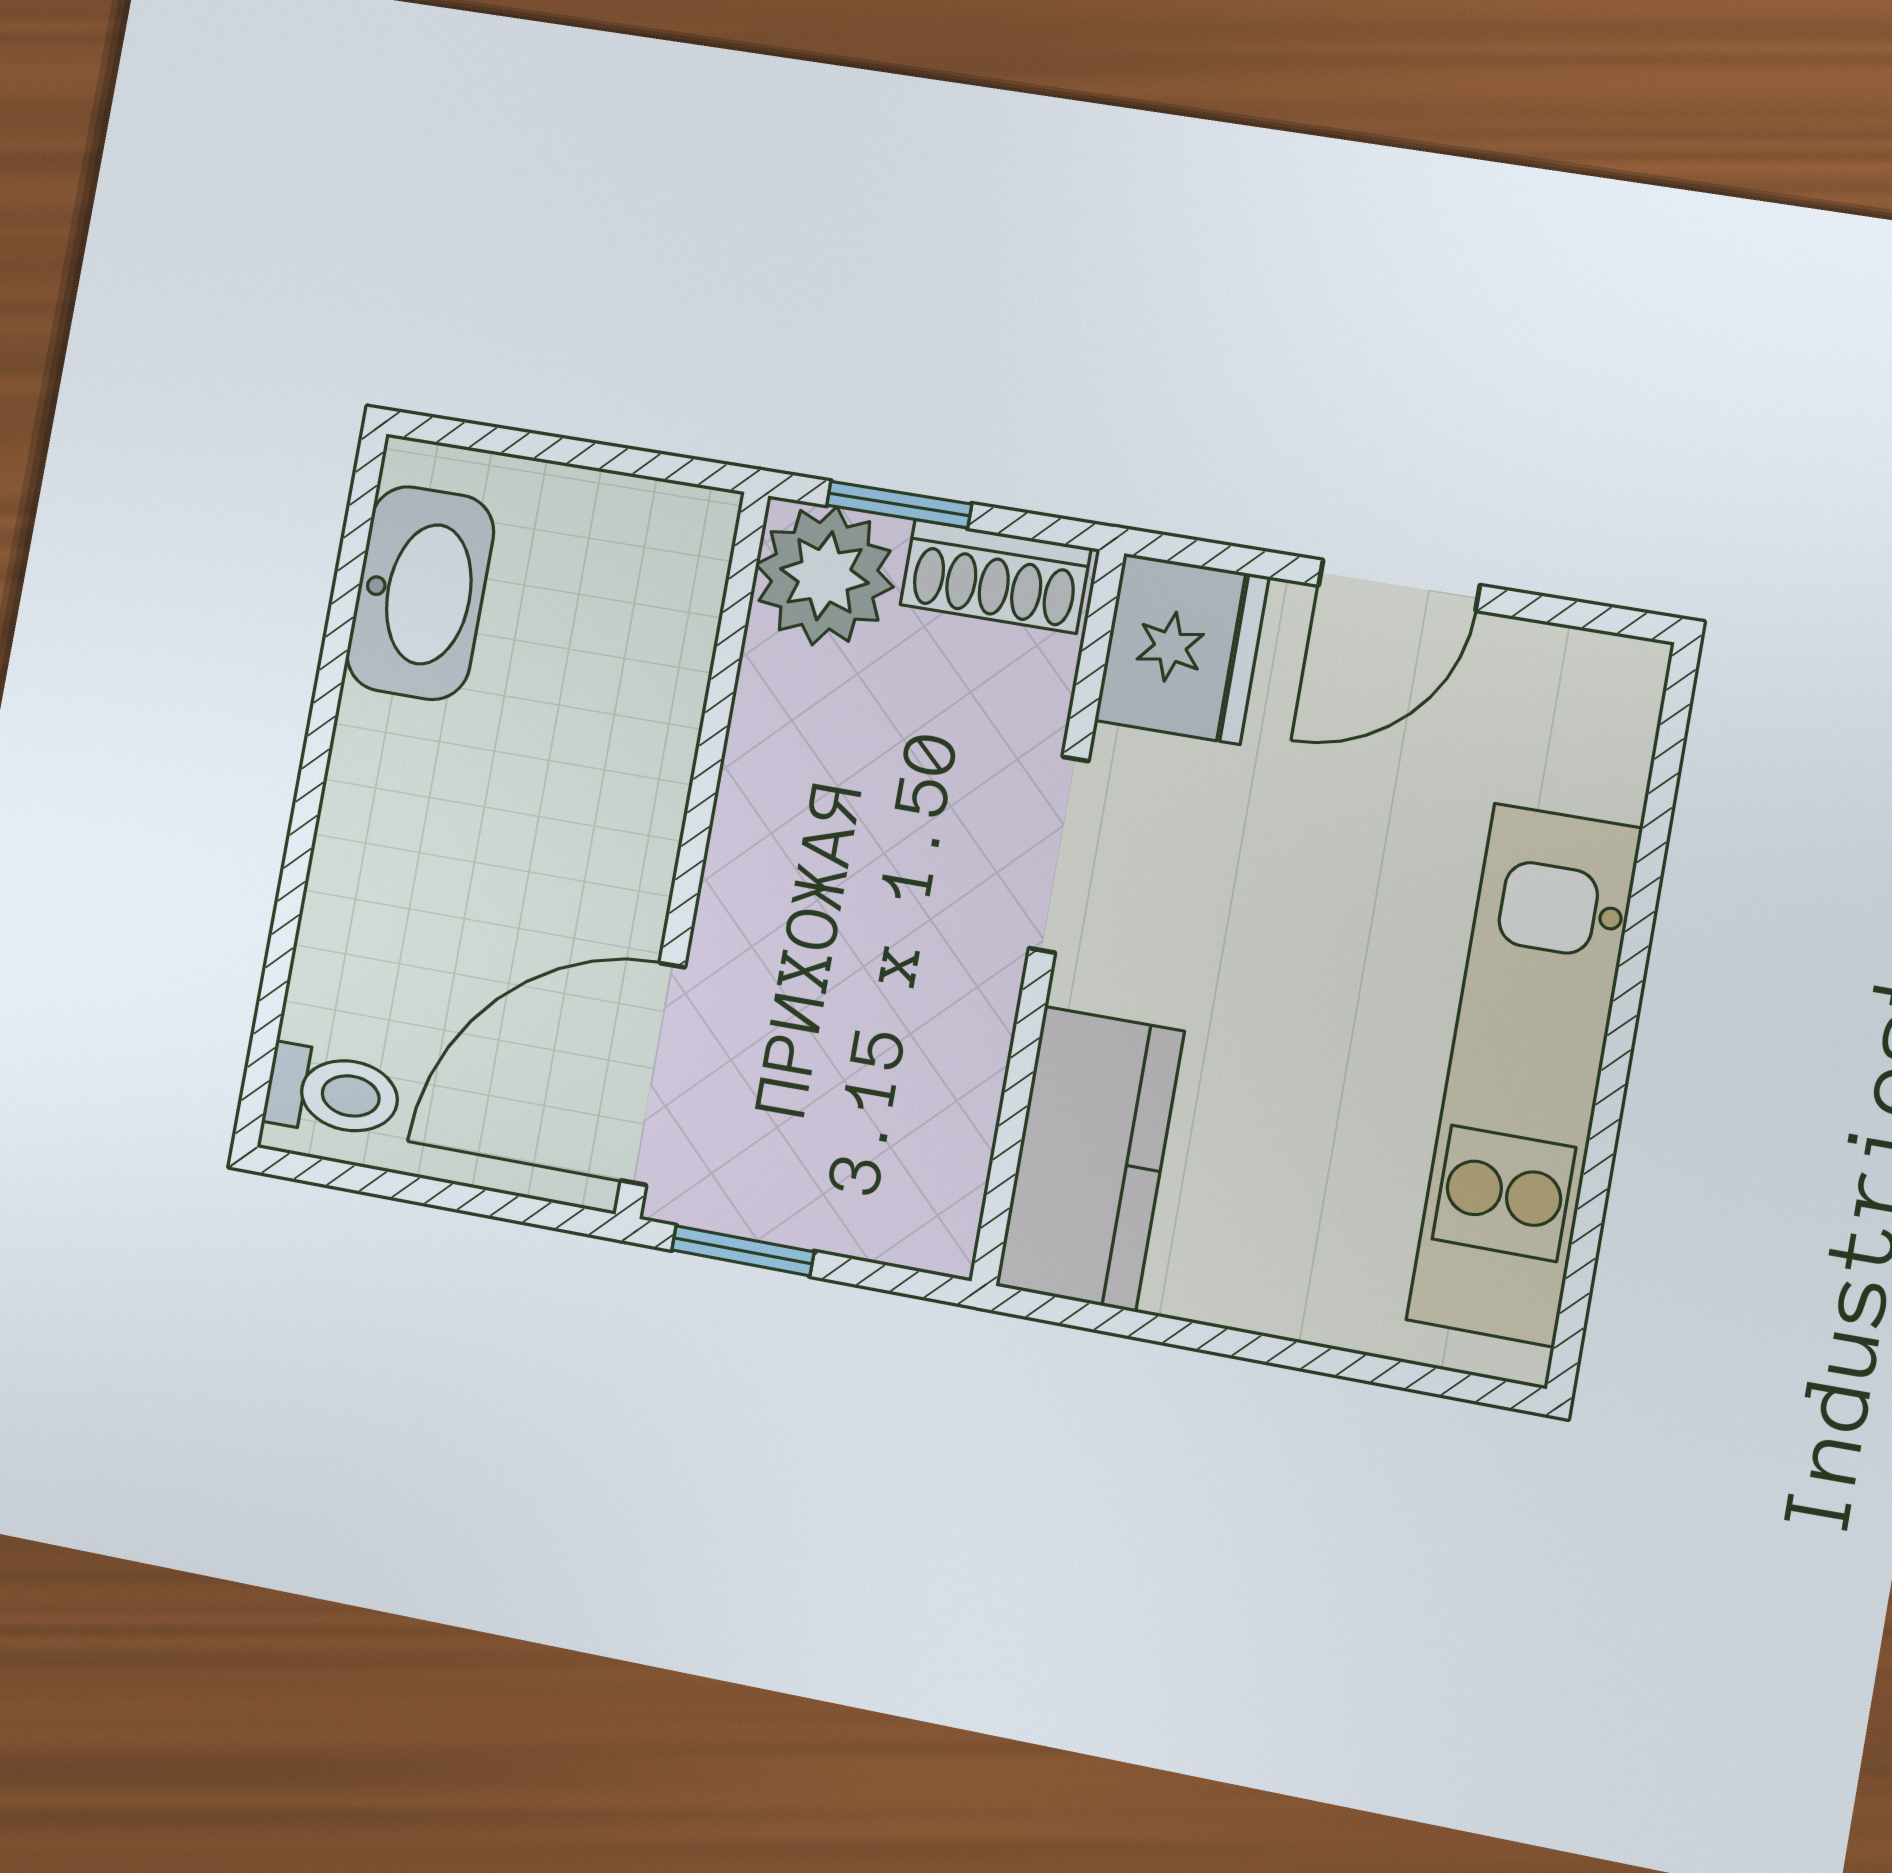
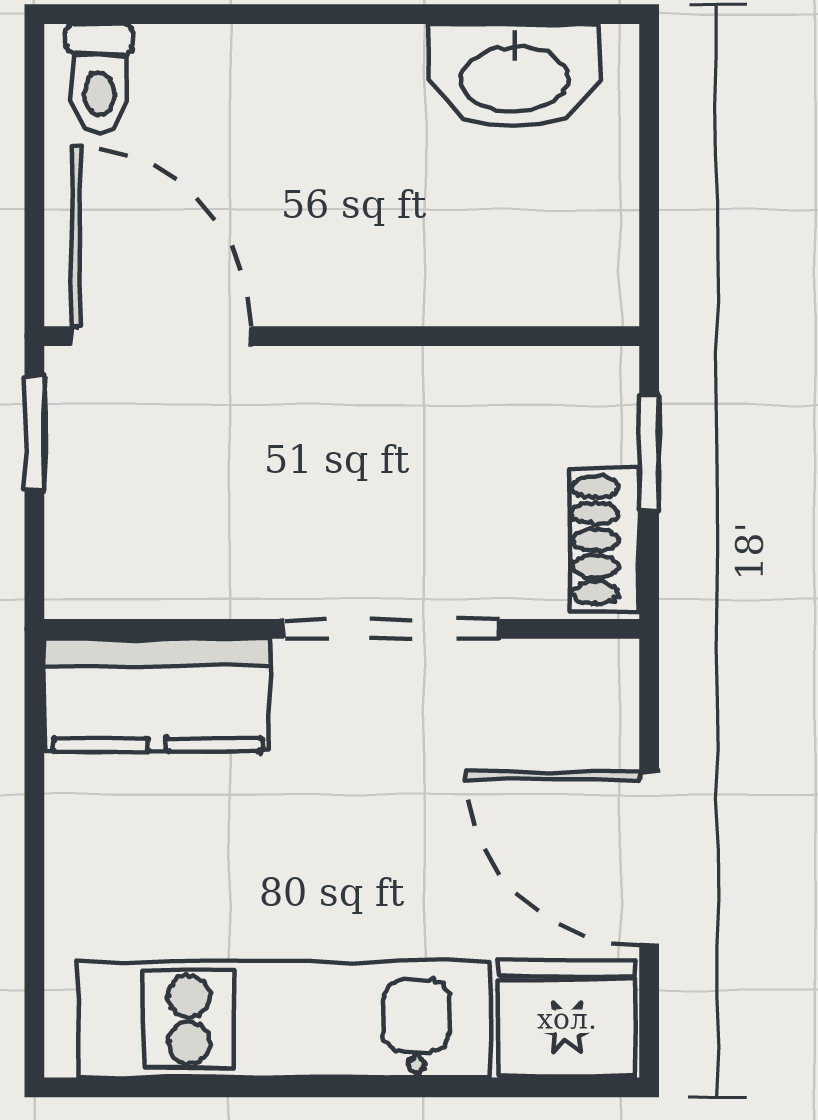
plant: (824, 576) -> (582, 403), removed
door: (1399, 585) -> (649, 858), width x1.38
fridge: (1182, 649) -> (567, 1019), moved, turned 180
doorway: (1059, 855) -> (392, 629), width x1.38

